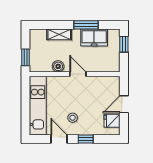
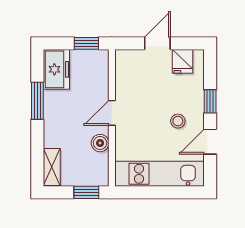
shelving: (59, 34) -> (52, 167), moved
freezer: (94, 37) -> (56, 69), moved
window: (124, 44) -> (86, 43), moved
door: (124, 104) -> (157, 43), swing flipped

